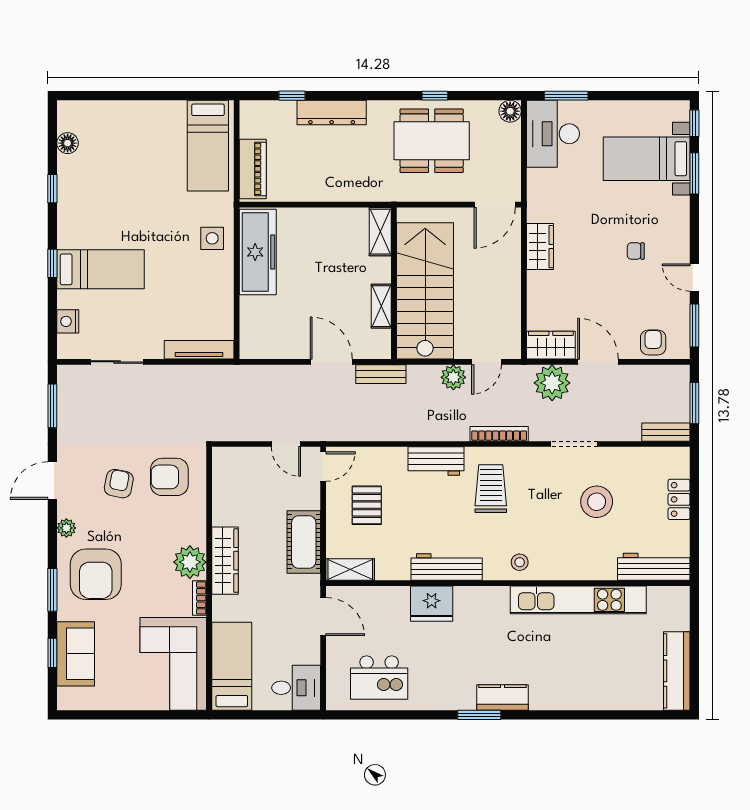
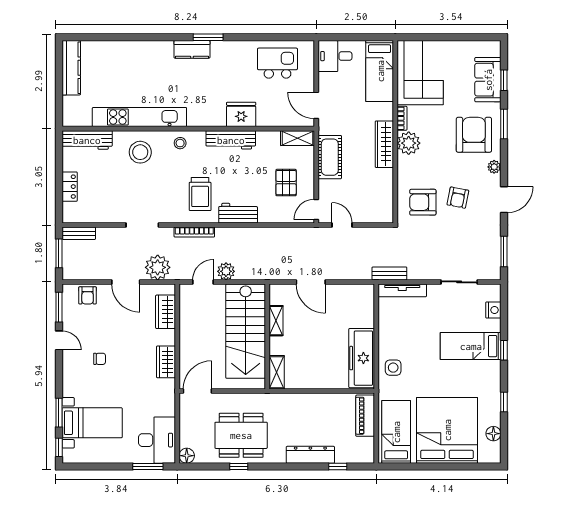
bed: (135, 148) -> (447, 430), added
wardrobe: (551, 345) -> (165, 312), moved, turned 90
bench: (381, 374) -> (389, 273), moved
armchair: (169, 477) -> (423, 202), turned 180
stool: (597, 502) -> (140, 152), moved

